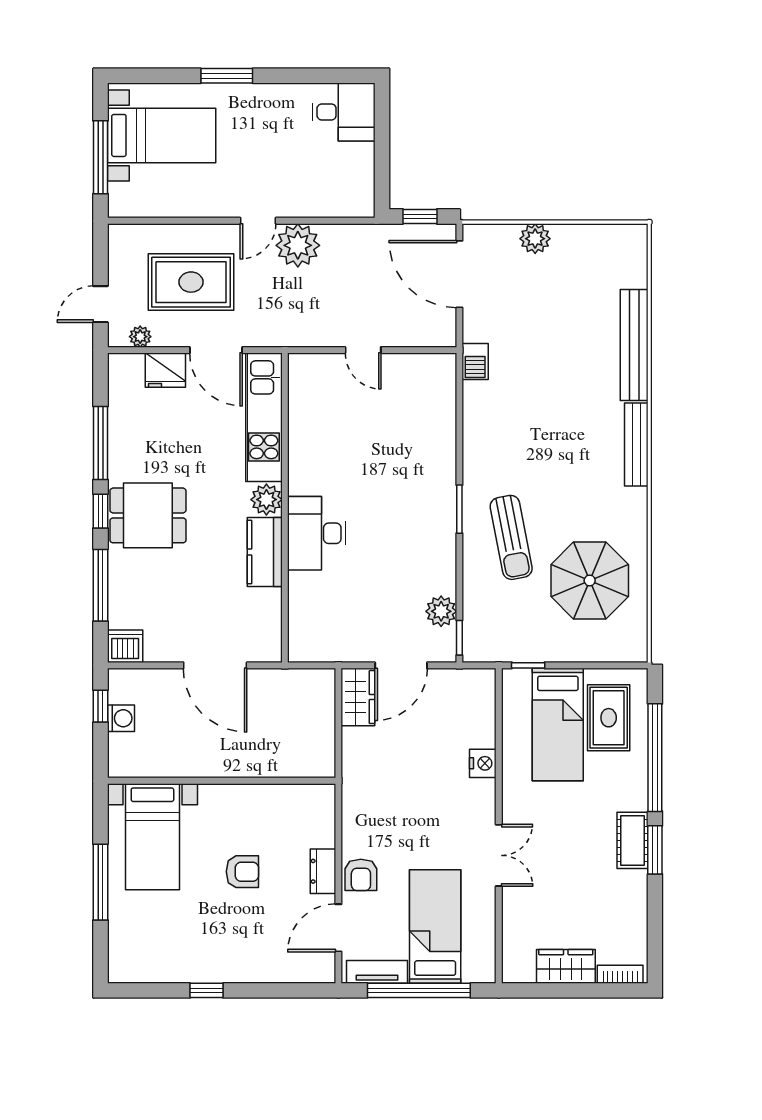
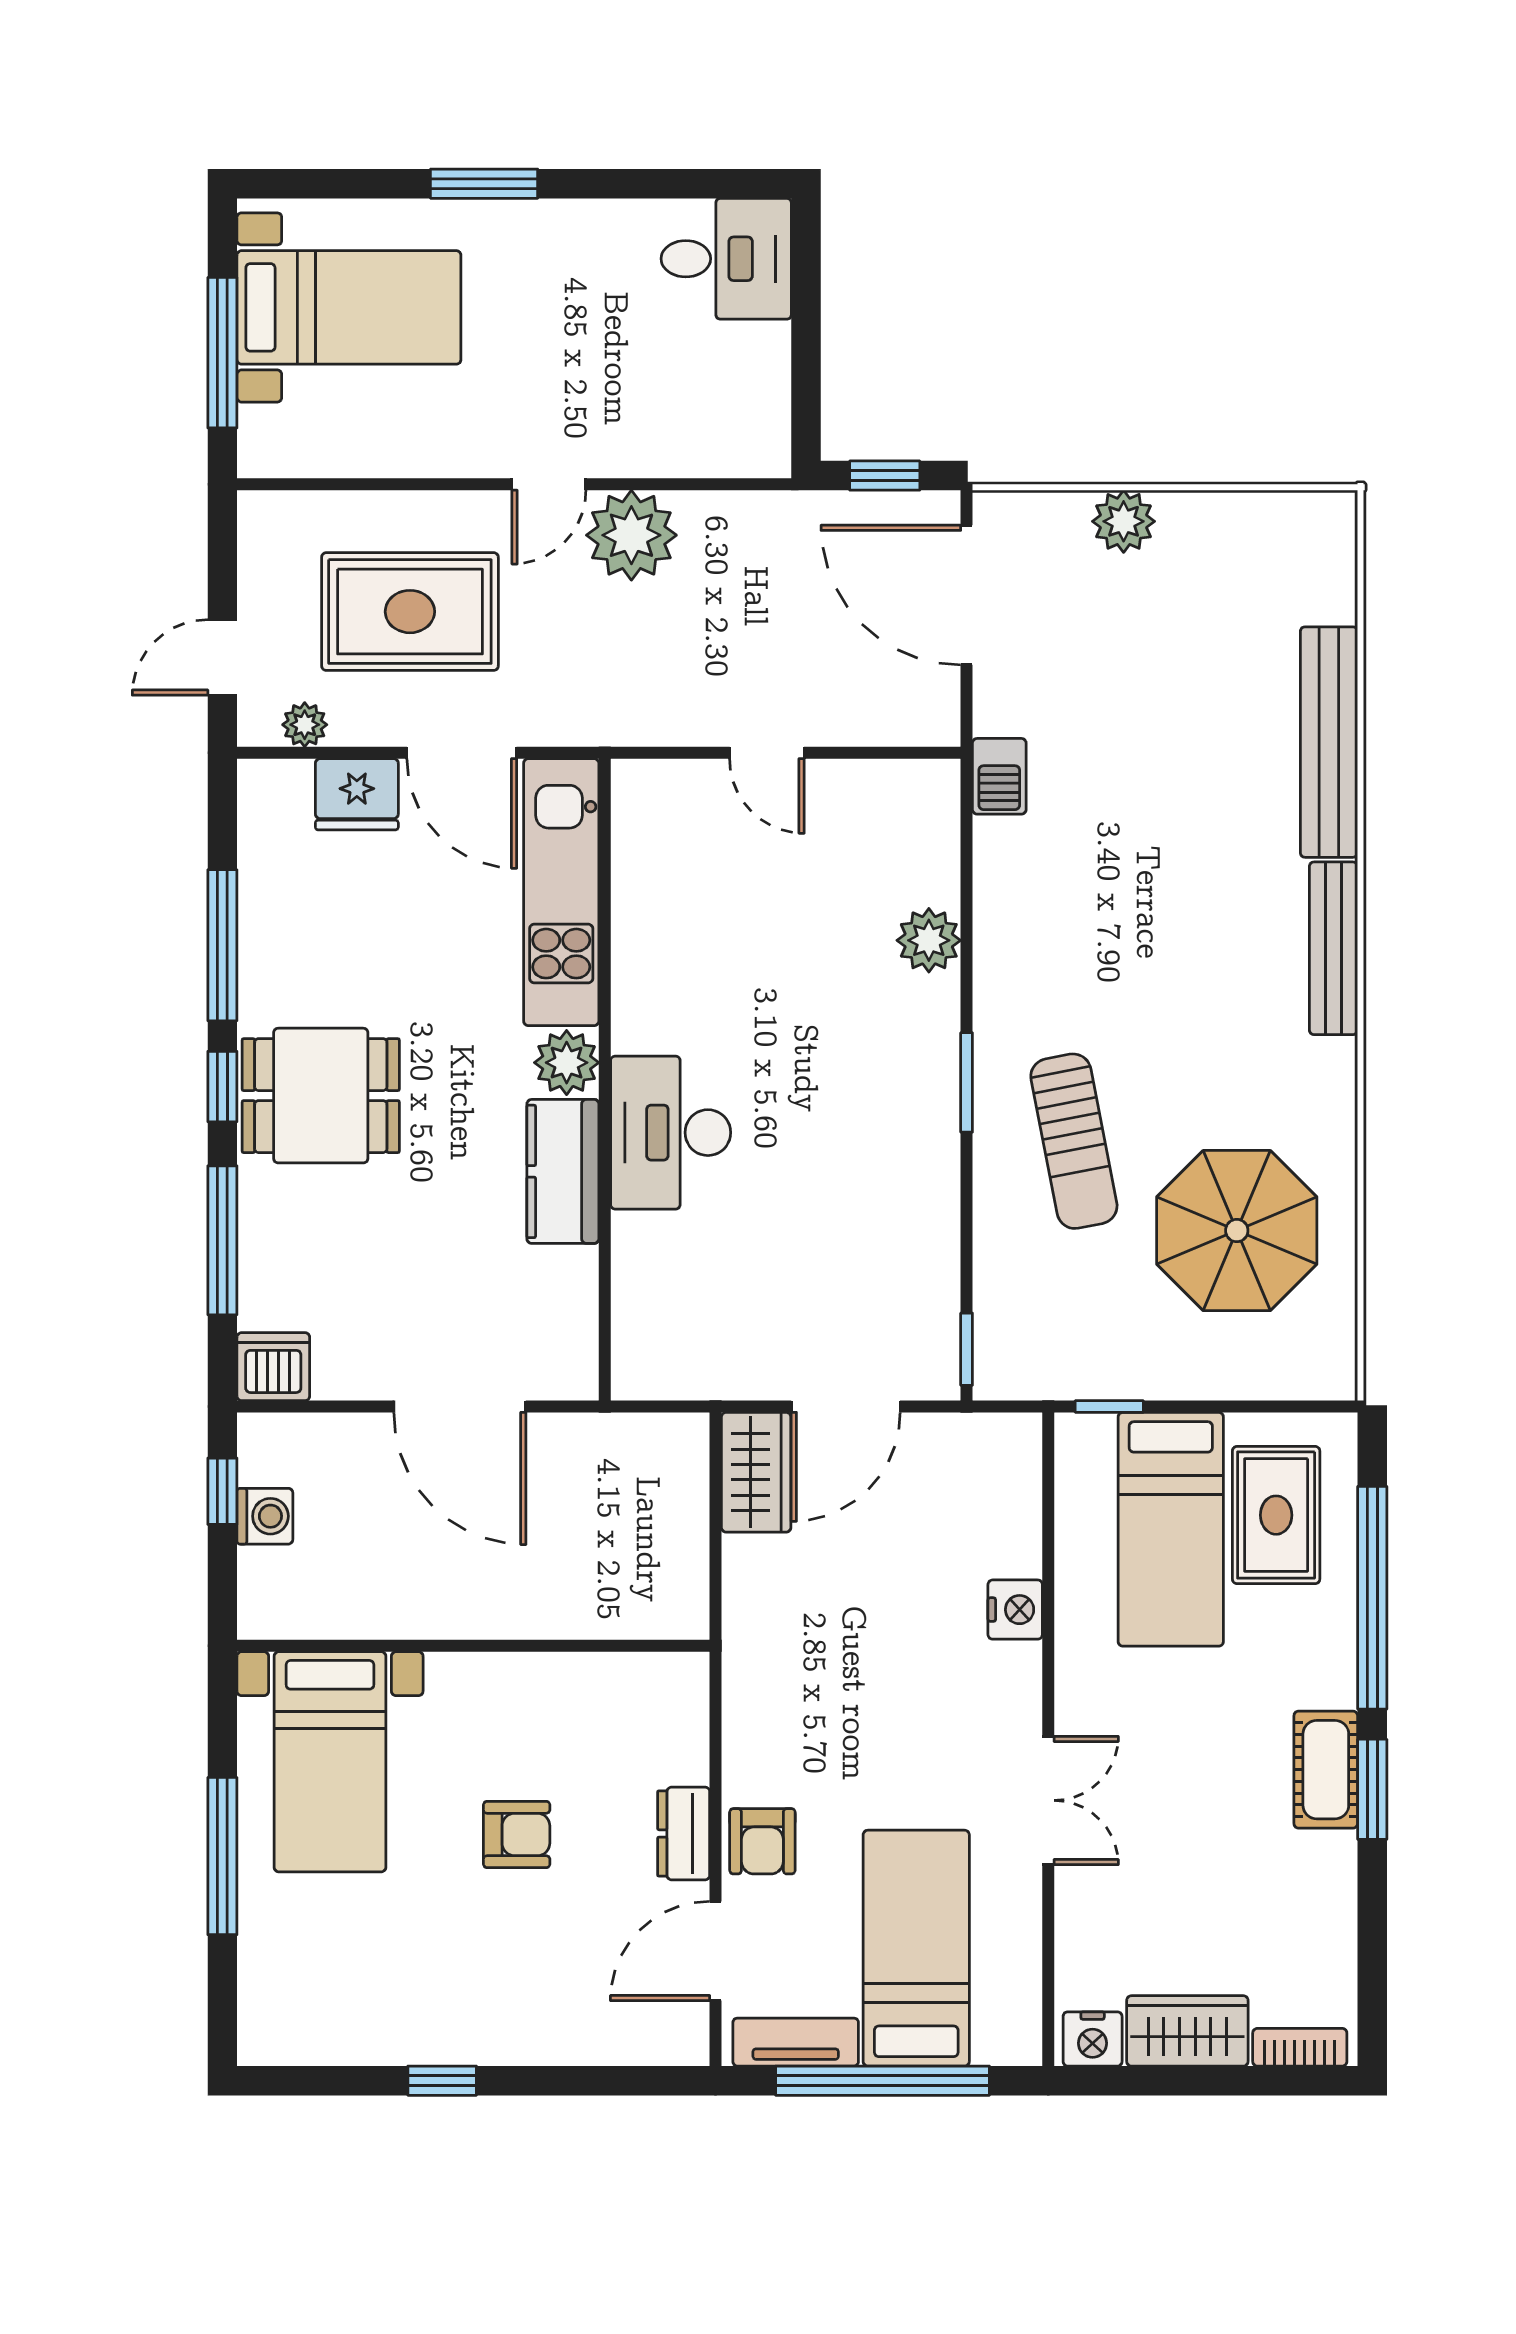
plant: (441, 611) -> (929, 940), moved
nightstand: (520, 970) -> (1093, 2039), added

